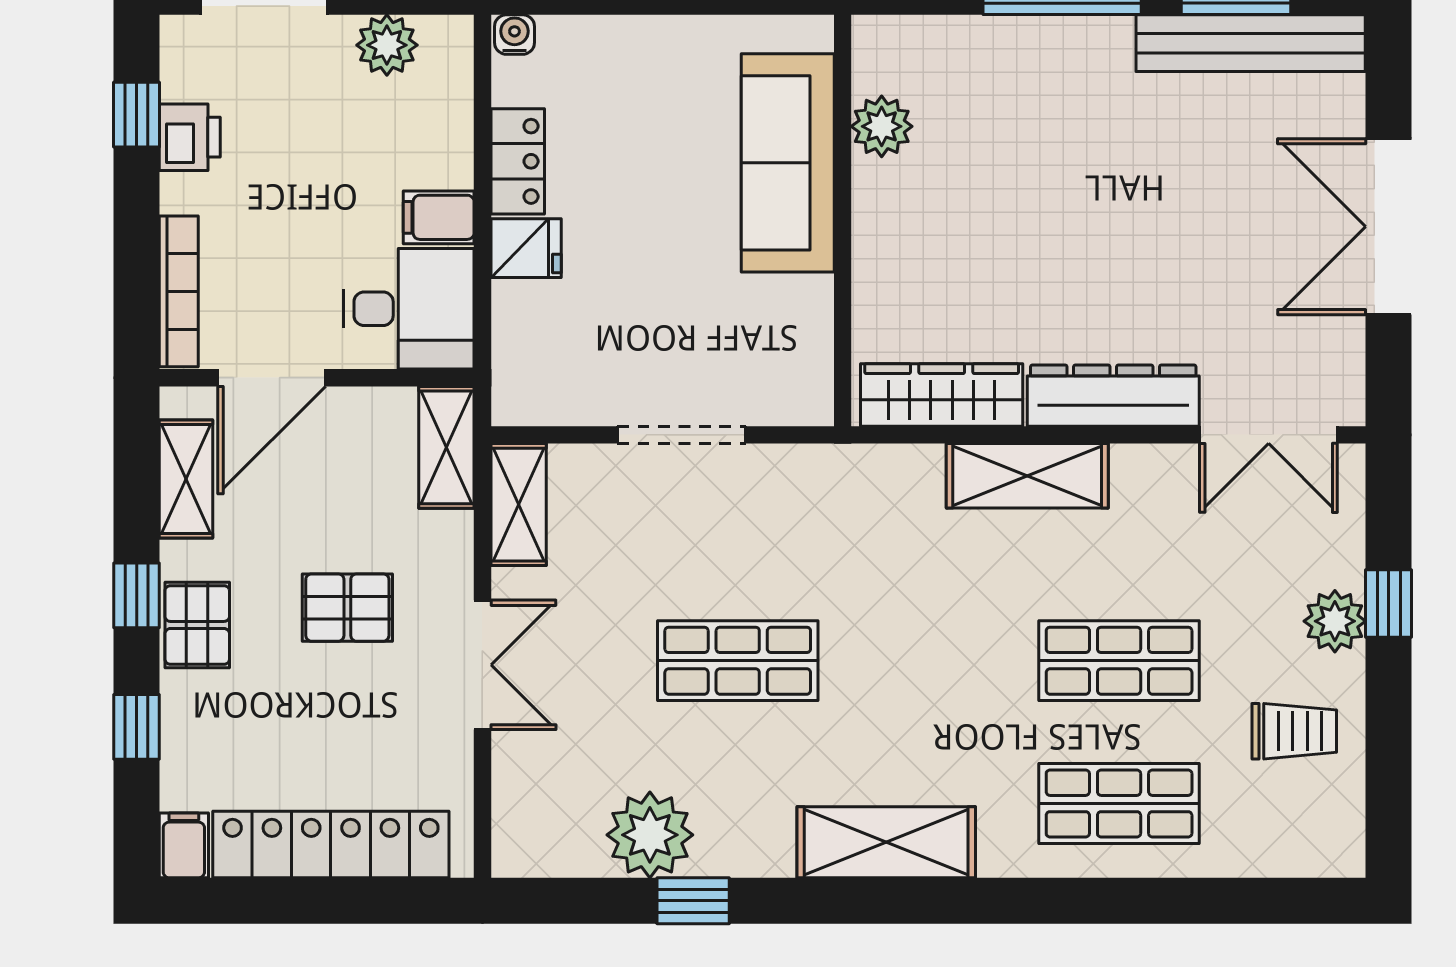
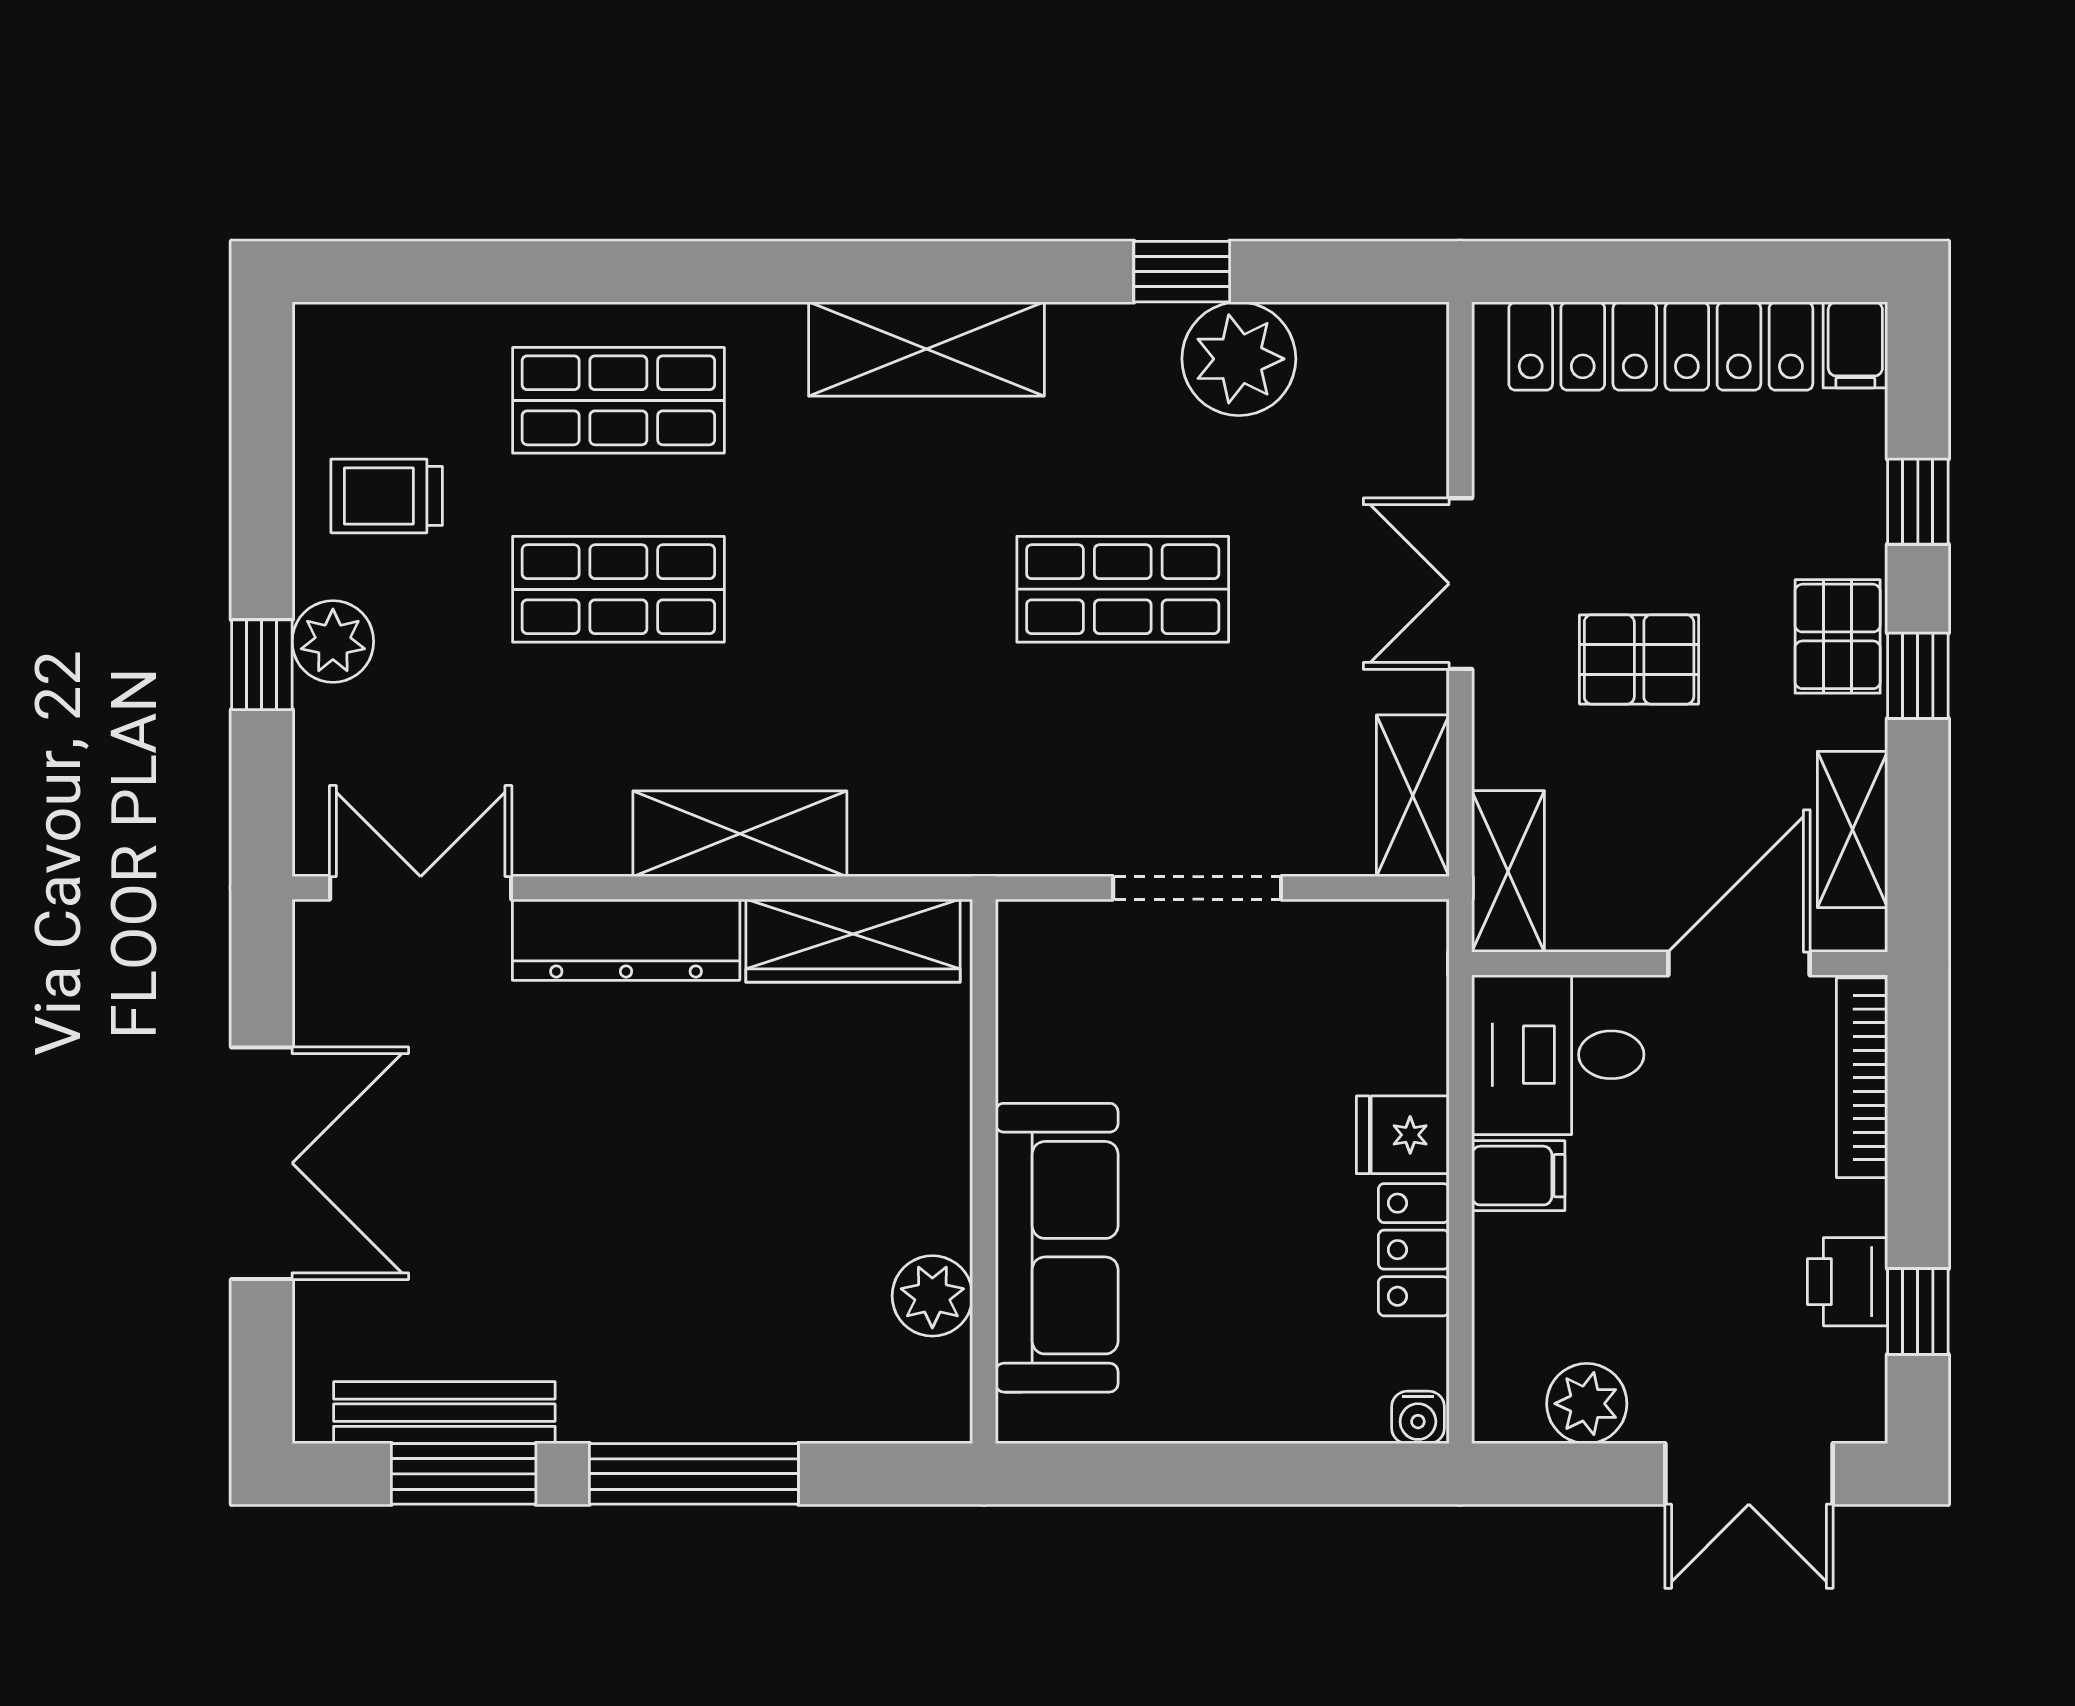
bench: (1251, 43) -> (444, 1413), width x0.73, depth x0.82

